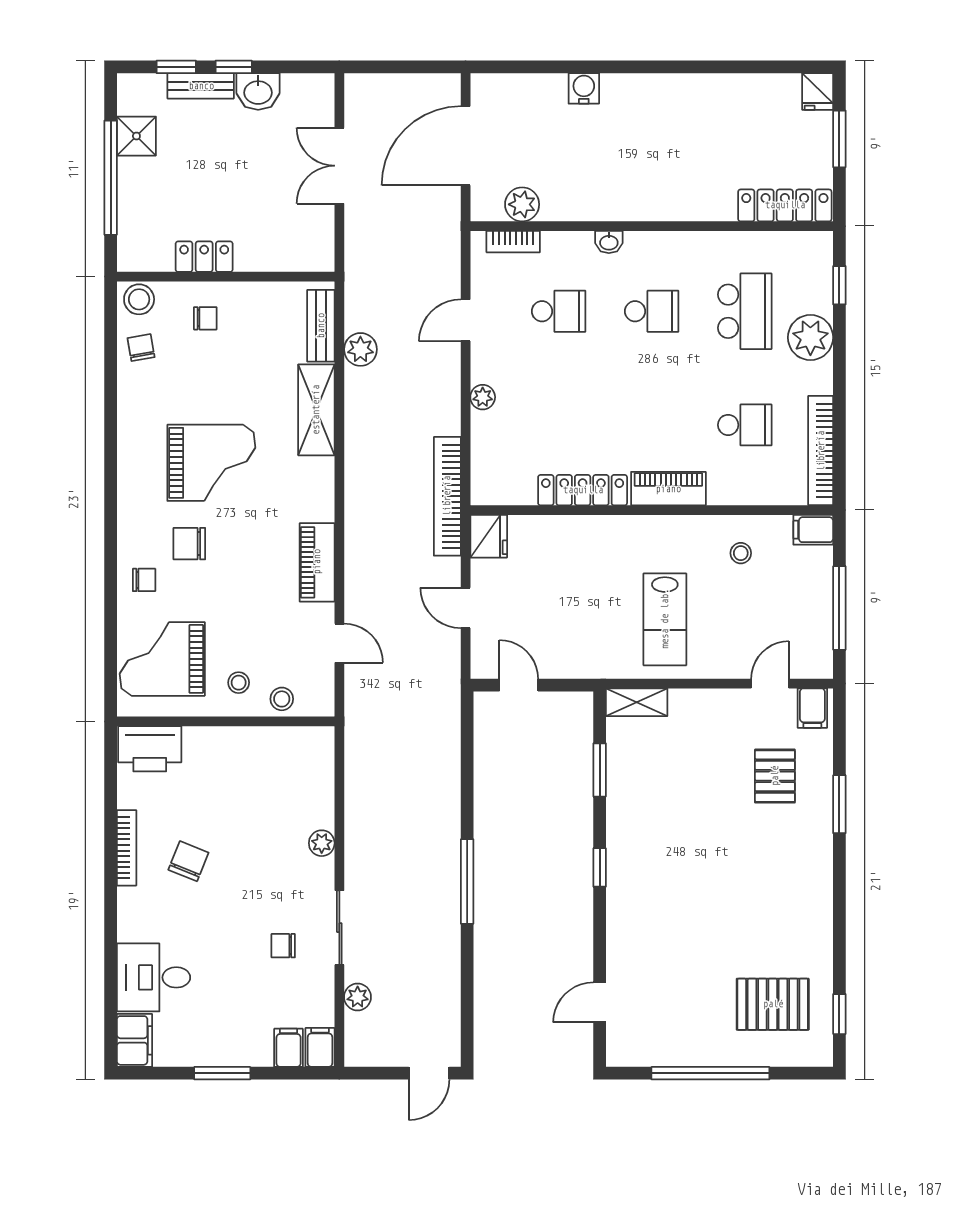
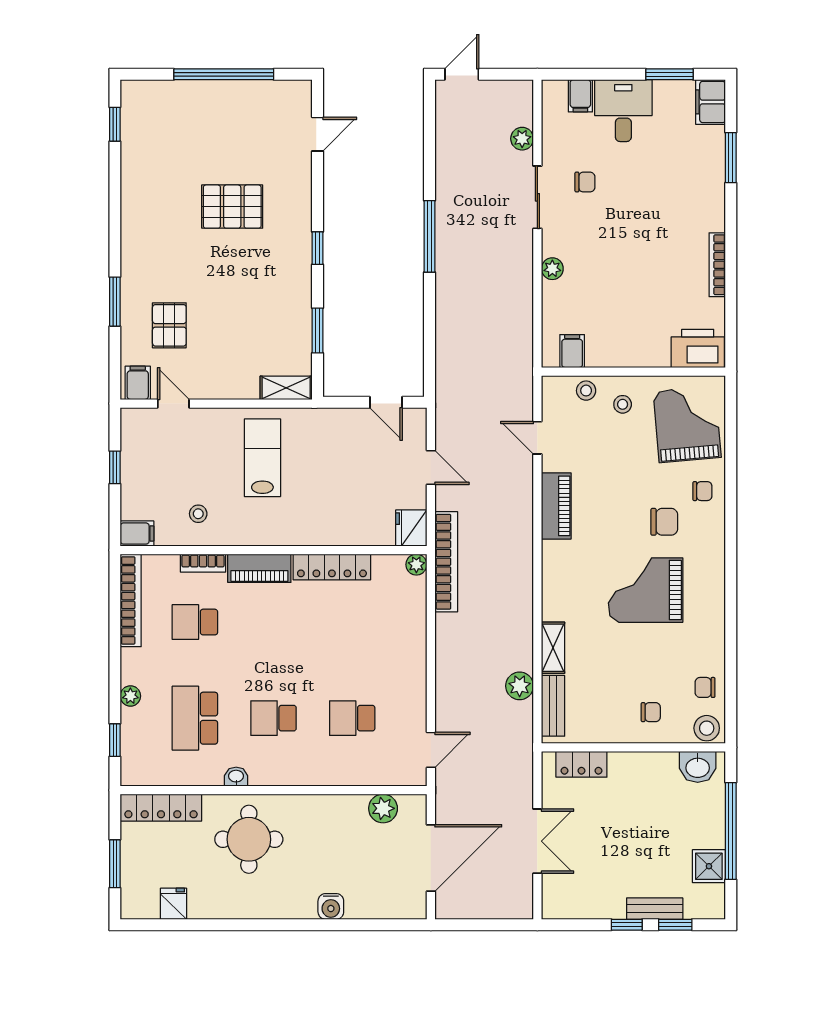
washbasin: (258, 91) -> (698, 767), moved, turned 180
fridge: (818, 92) -> (174, 904), moved
round table: (681, 168) -> (249, 839), added
bookcase: (513, 242) -> (203, 563), moved, turned 180
washbasin: (609, 242) -> (236, 777), moved
locker: (204, 257) -> (581, 764), moved
chair: (205, 318) -> (651, 712), turned 180
door: (466, 320) -> (431, 750), moved
plant: (810, 337) -> (130, 696), width x0.53, depth x0.53
chair: (141, 348) -> (705, 687), turned 100
plant: (483, 397) -> (416, 565), moved
shelving: (316, 410) -> (553, 648), width x0.67, depth x0.75
chair: (144, 580) -> (702, 491), turned 180
window: (839, 608) -> (115, 467), width x0.46
grand piano: (162, 659) -> (687, 424), turned -95
door: (770, 684) -> (173, 404), swing flipped
chair: (188, 861) -> (665, 253), removed
window: (111, 975) -> (731, 158), added
desk: (154, 977) -> (623, 111), moved, turned -90
pallet: (773, 1004) -> (232, 207), moved
filing cabinet: (320, 1047) -> (572, 351), moved, turned 180
window: (222, 1073) -> (669, 74), moved

